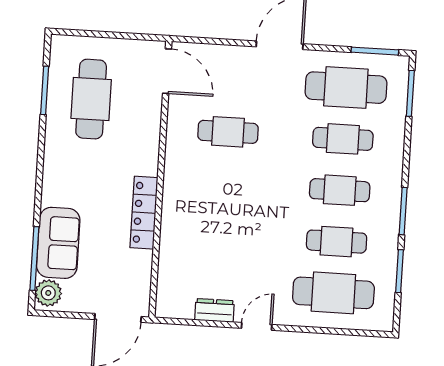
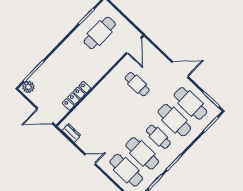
cafe table: (343, 139) -> (174, 120), width x1.37, depth x1.35
locker: (144, 213) -> (76, 96), moved
cafe table: (337, 242) -> (142, 153), width x1.37, depth x1.35
sofa: (58, 243) -> (46, 73), removed
dresser: (214, 310) -> (71, 133), moved

